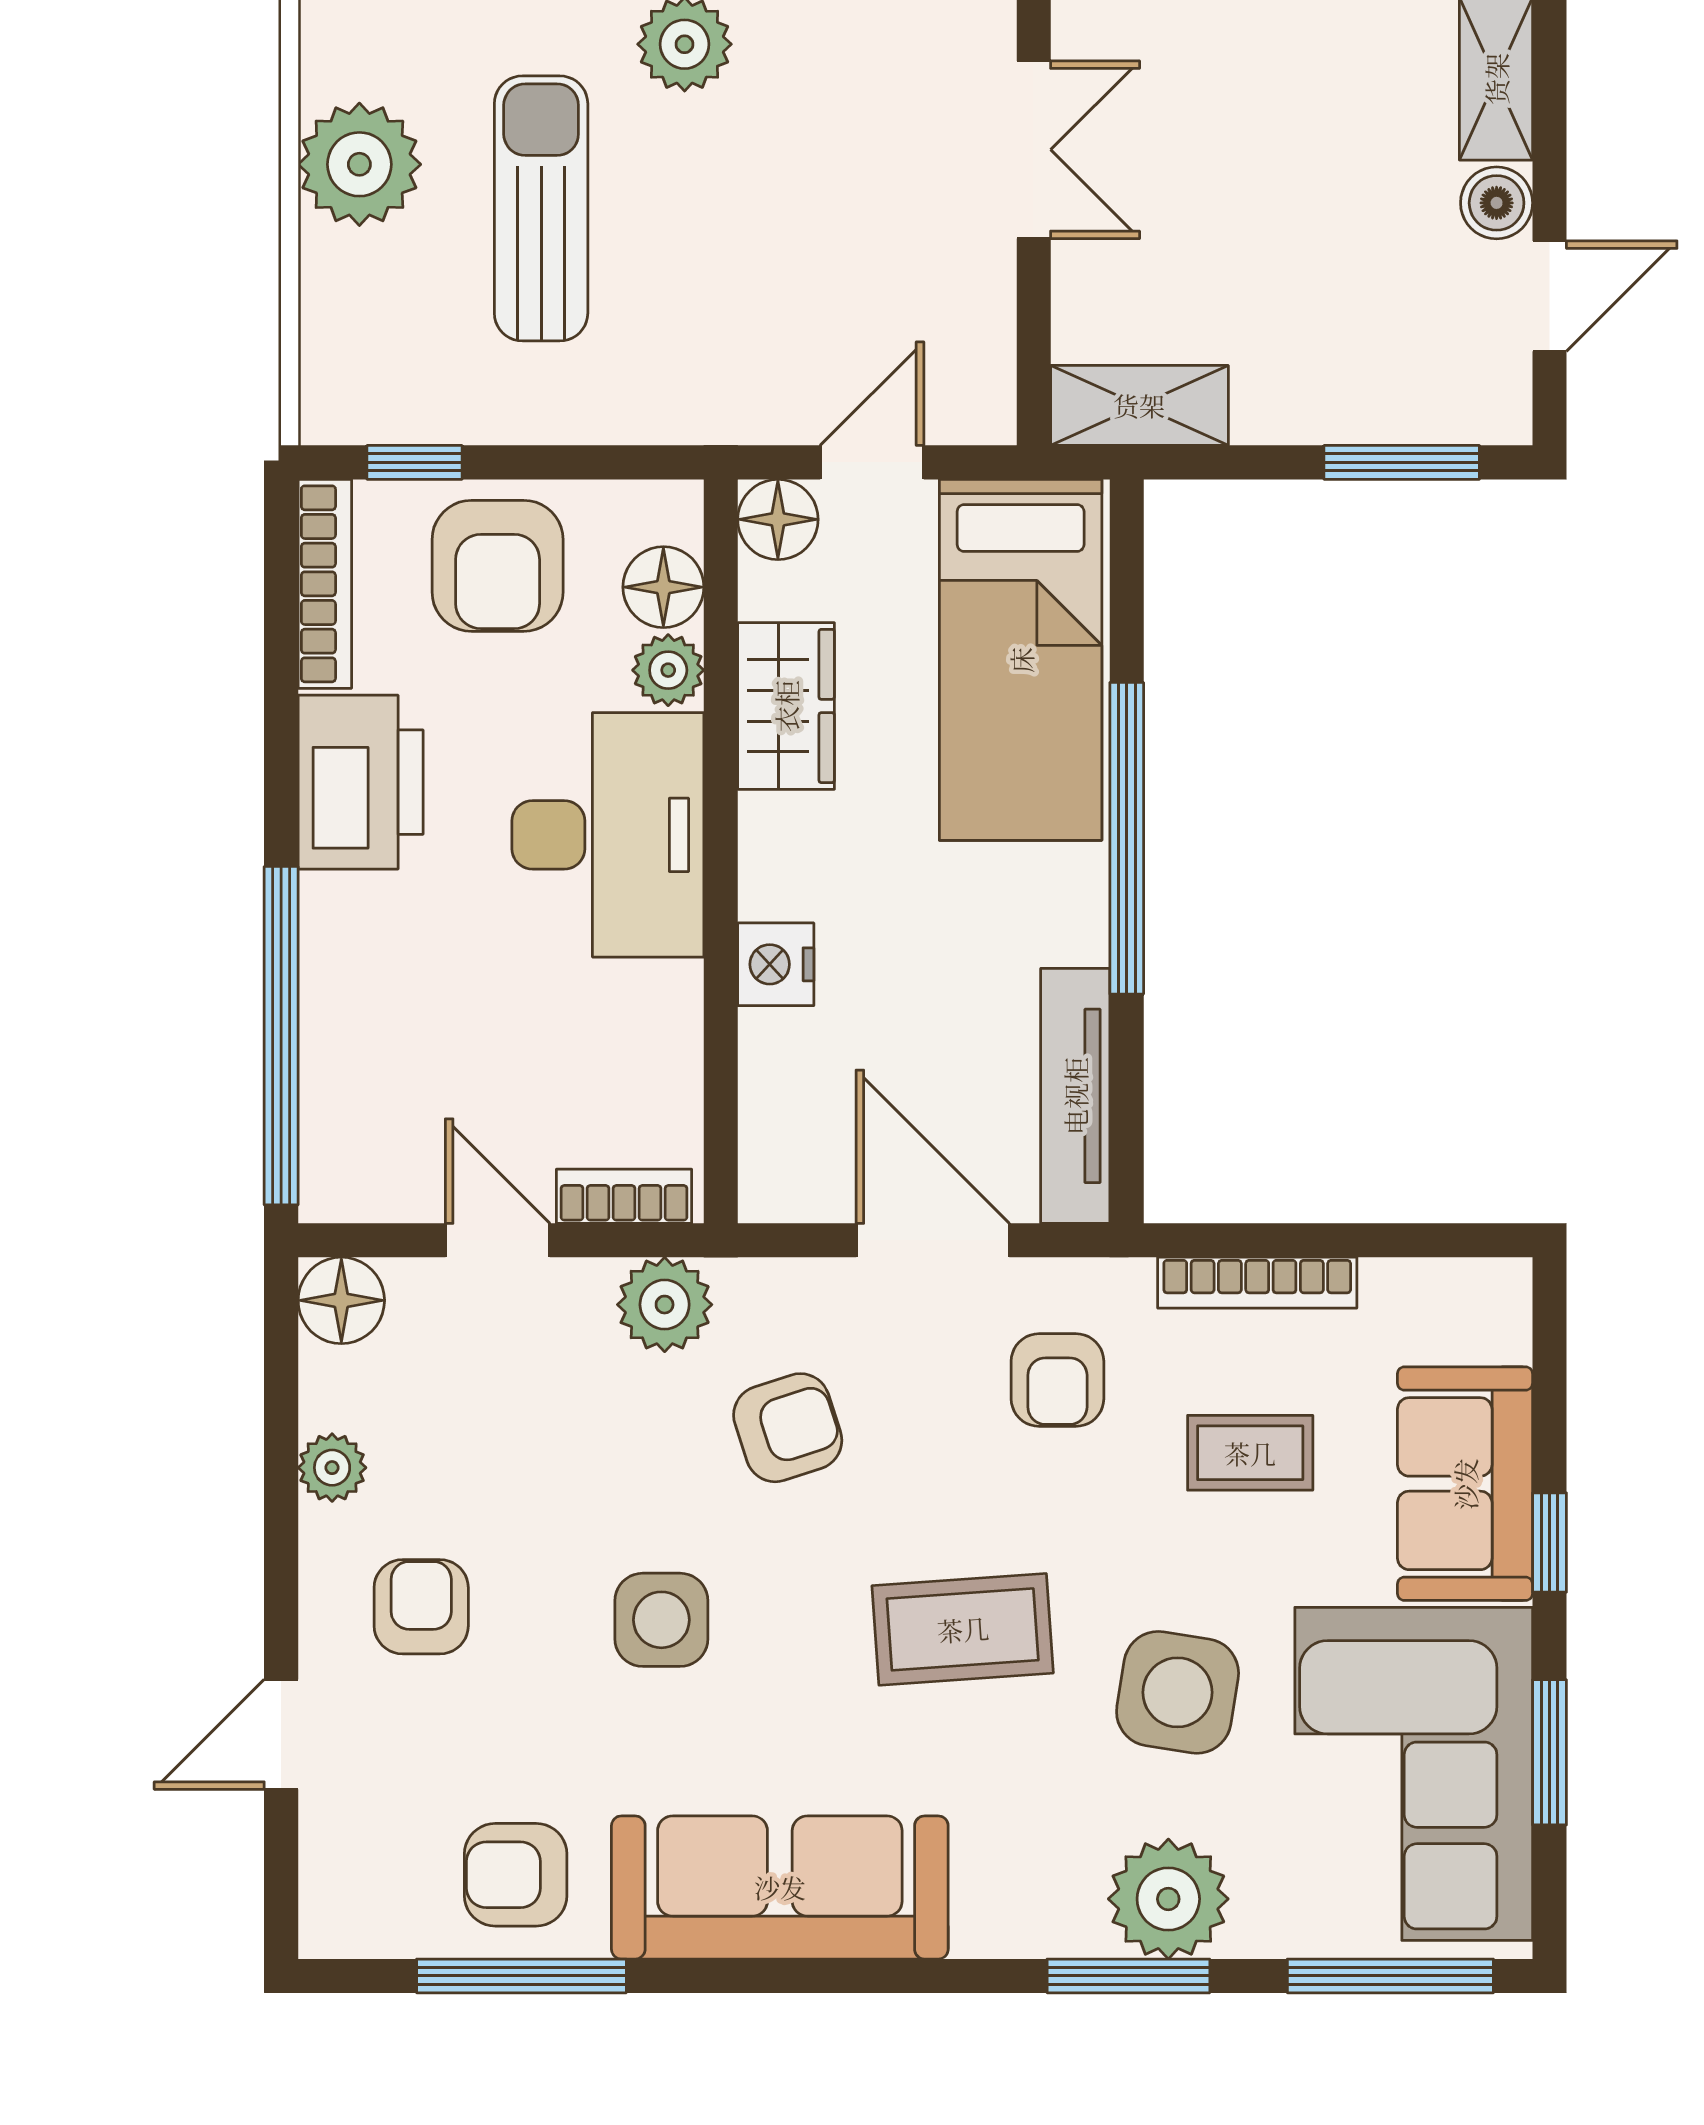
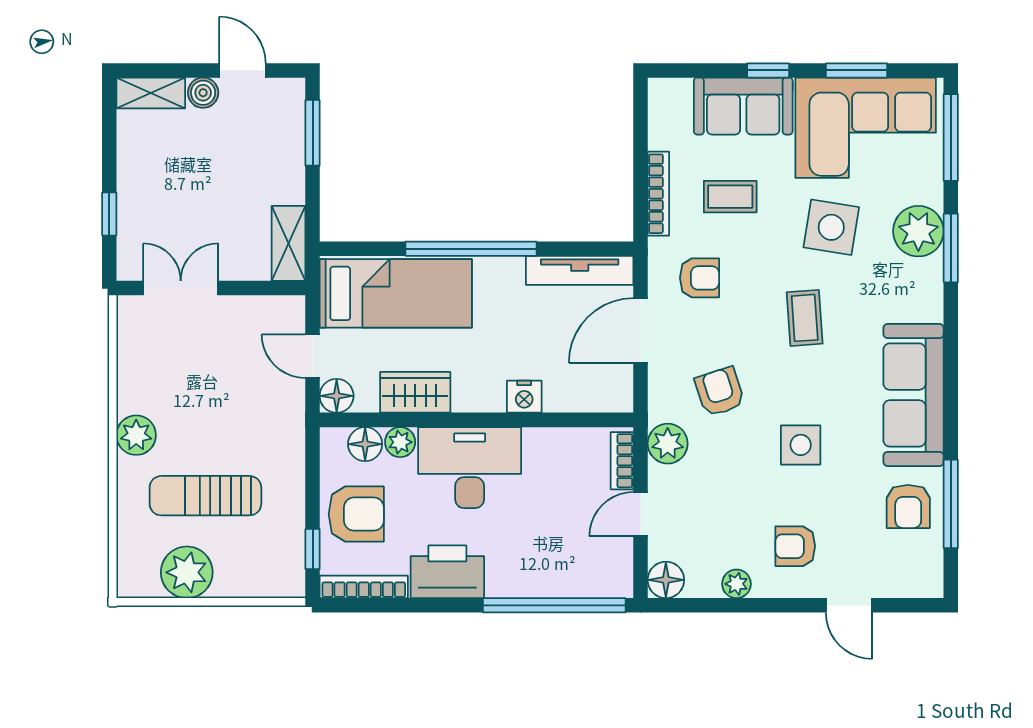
coffee table: (1250, 1453) -> (730, 197), turned 90
coffee table: (963, 1629) -> (805, 318), width x0.73, depth x0.77

